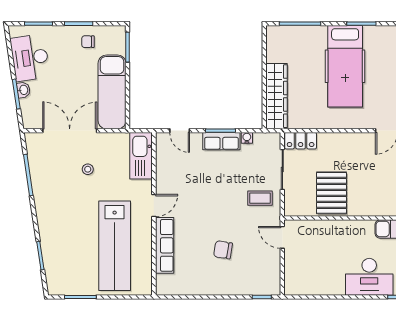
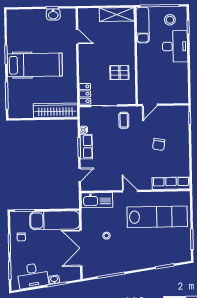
pallet: (331, 193) -> (119, 73), width x0.67, depth x0.71
row of seats: (165, 245) -> (171, 183), moved

